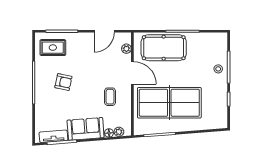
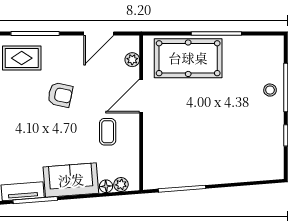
door: (132, 73) -> (141, 96), swing flipped
armchair: (63, 82) -> (60, 95), moved
table tennis table: (169, 103) -> (197, 141), removed

